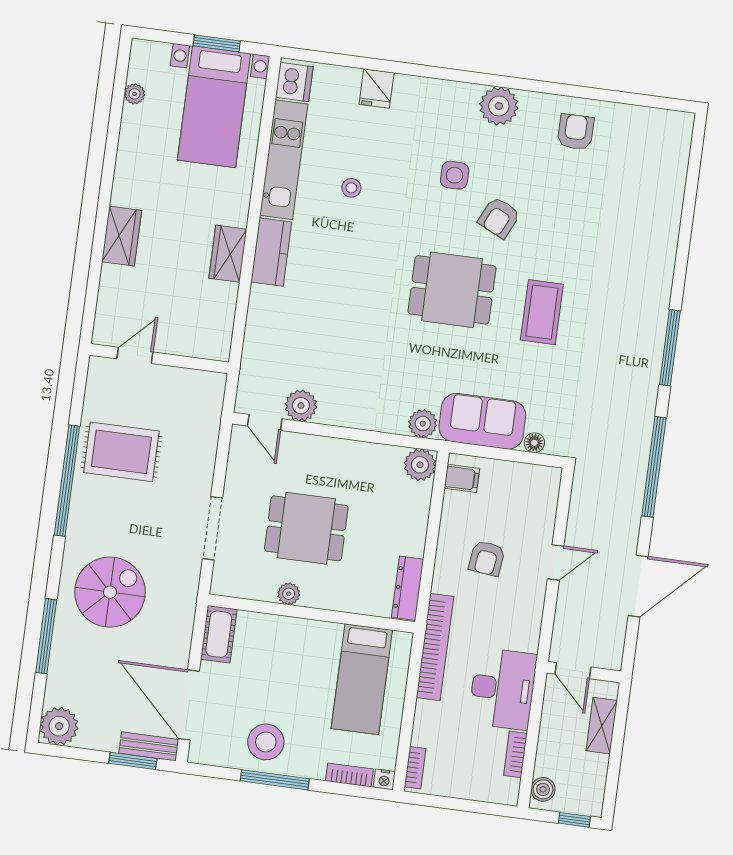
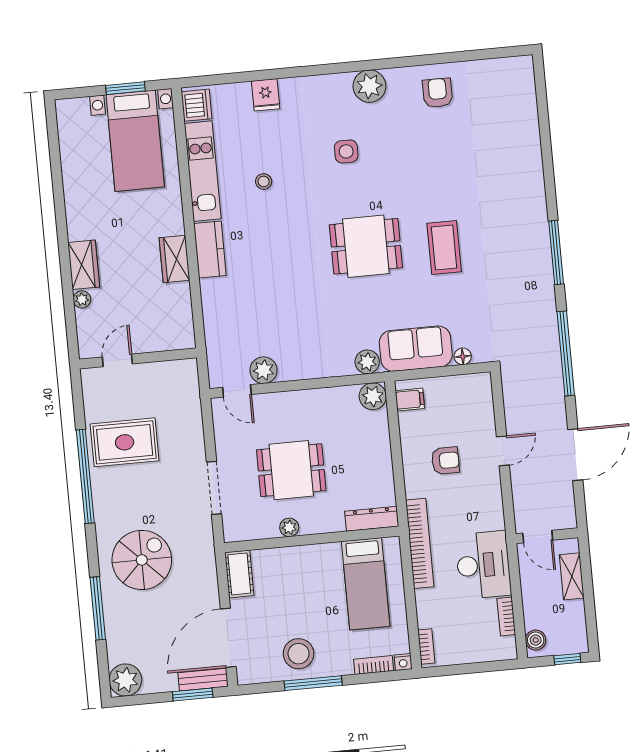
plant: (135, 94) -> (82, 299), moved
armchair: (499, 218) -> (391, 178), removed
armchair: (487, 558) -> (445, 461), turned -97
dresser: (407, 588) -> (372, 519), moved, turned 90
door: (189, 705) -> (228, 638), hinge flipped

